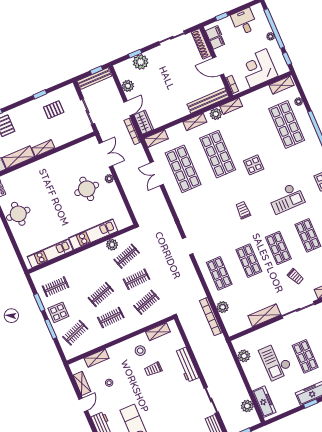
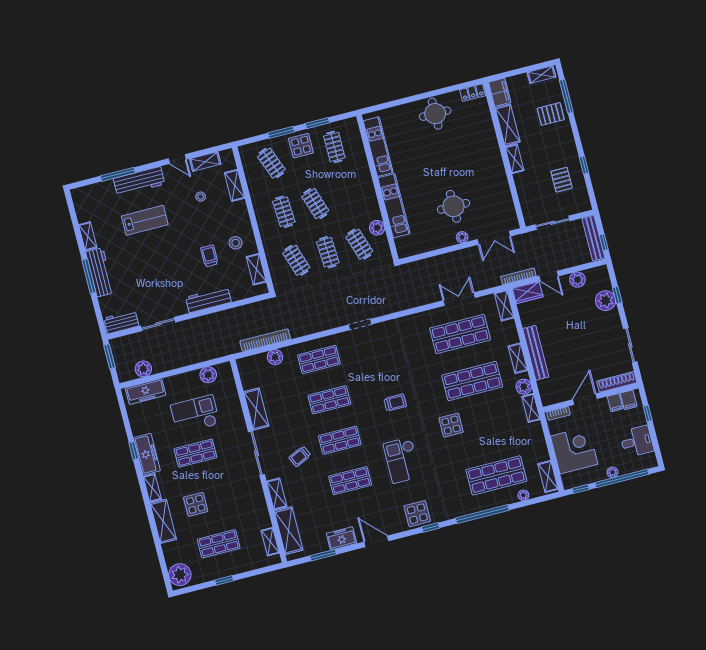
bench: (208, 101) -> (536, 353), moved

